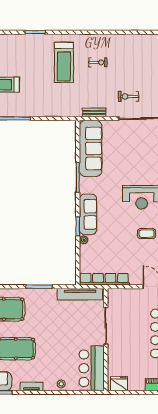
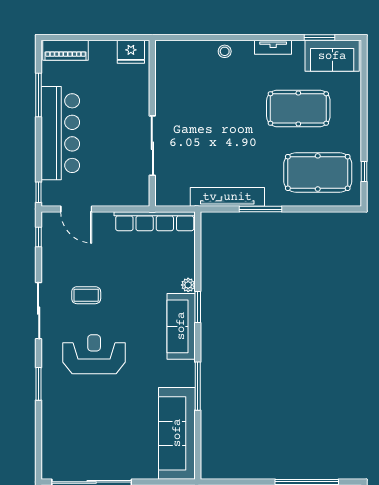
tv unit: (80, 294) -> (227, 197), moved
bar counter: (92, 368) -> (175, 77), removed

